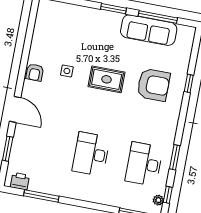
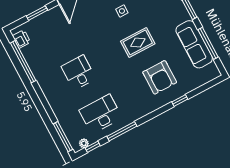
rug: (107, 79) -> (138, 42), turned 90
desk: (91, 154) -> (79, 73), width x0.73
window: (175, 157) -> (122, 131), width x1.44
window: (41, 196) -> (23, 62), width x1.46

